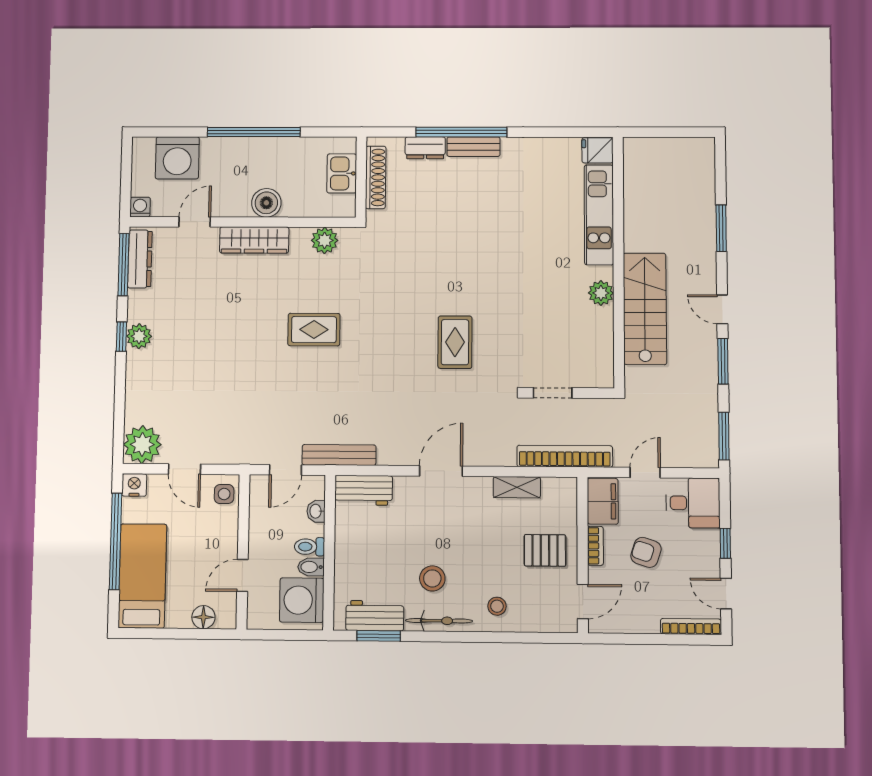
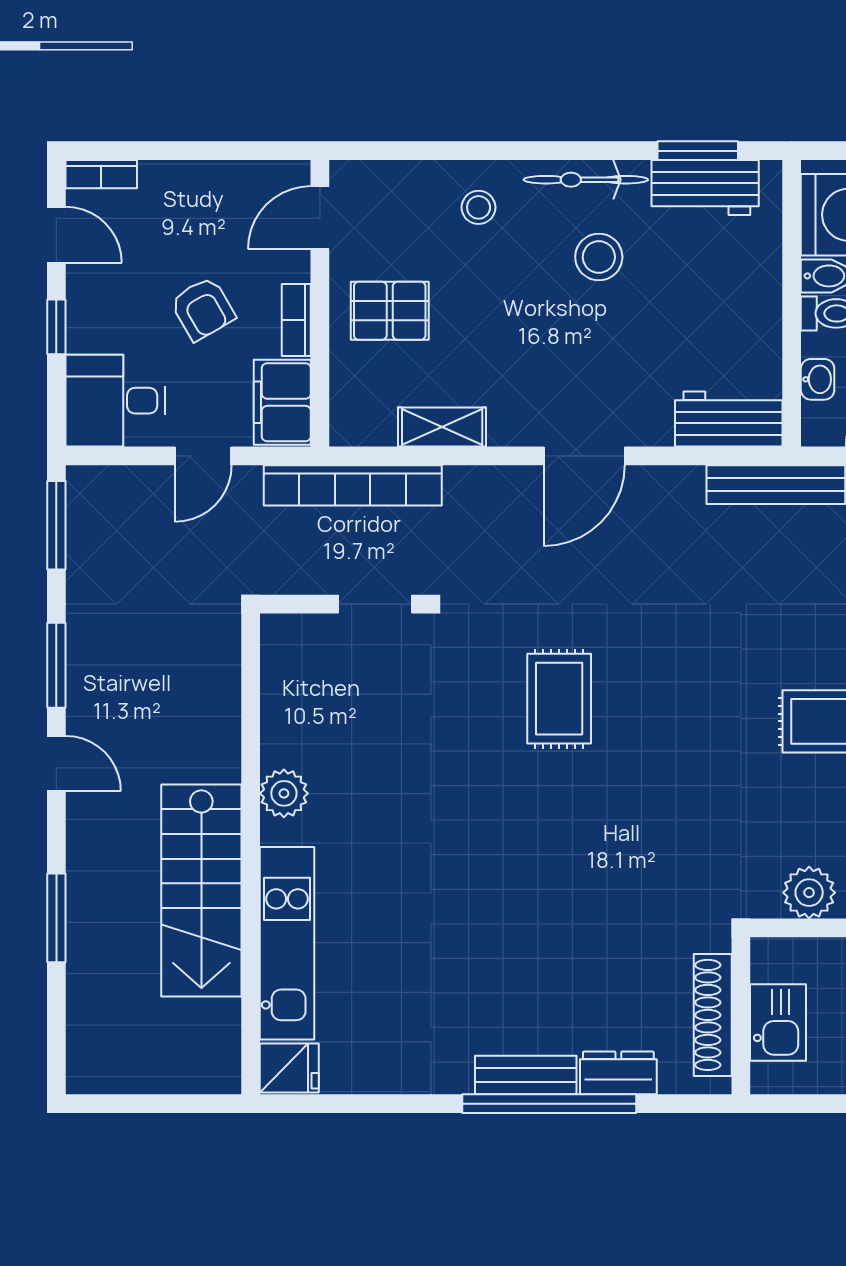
stairs: (645, 309) -> (201, 891), moved
armchair: (646, 552) -> (203, 309), turned 42
bookcase: (691, 627) -> (101, 174), width x0.64

